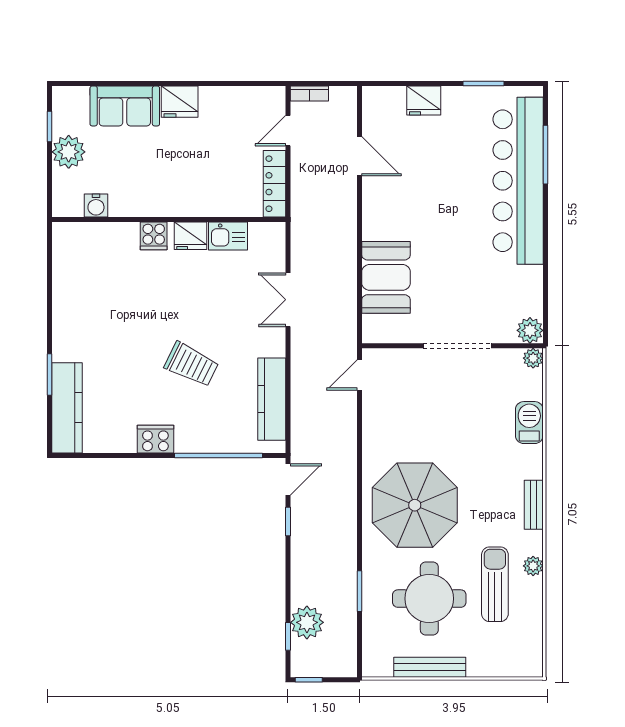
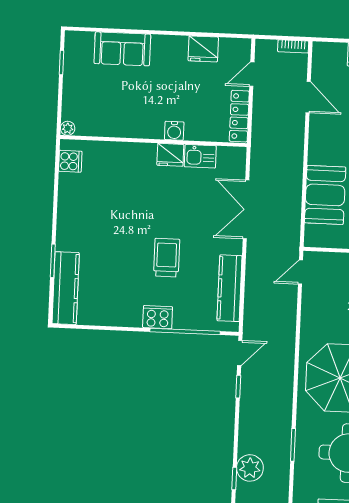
bookcase: (309, 94) -> (293, 46), moved
fridge: (180, 102) -> (203, 49), moved
plant: (69, 152) -> (68, 128), moved, width x0.53, depth x0.53
water cooler: (96, 205) -> (174, 131), moved
cooker: (154, 236) -> (70, 161), moved, turned -90
double door: (288, 300) -> (246, 209), width x1.37
trolley: (191, 364) -> (167, 258), turned -116
cooker: (155, 439) -> (158, 317), moved

